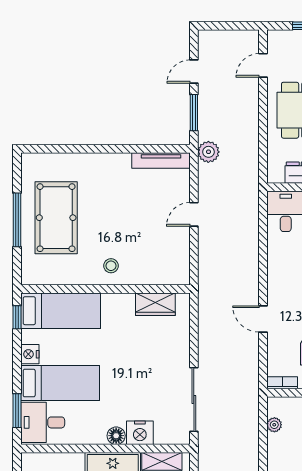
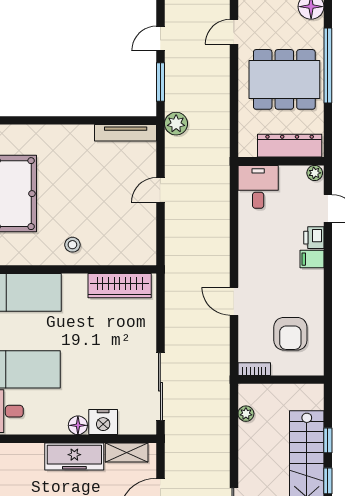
wardrobe: (155, 304) -> (120, 286), width x1.50

